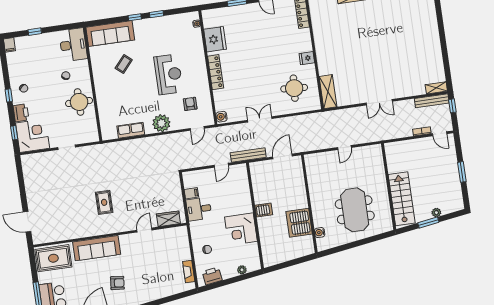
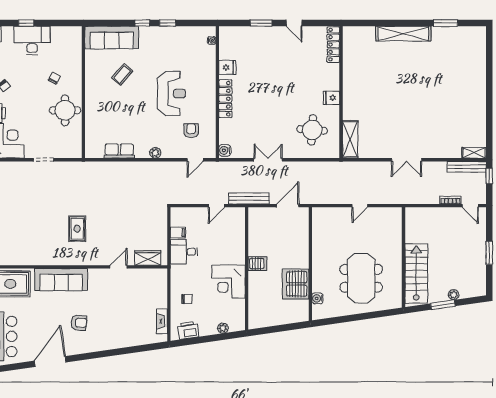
fridge: (215, 39) -> (227, 67), width x0.53, depth x0.75
desk: (73, 45) -> (32, 40), moved, turned -90
plant: (161, 123) -> (155, 153), width x0.53, depth x0.53

